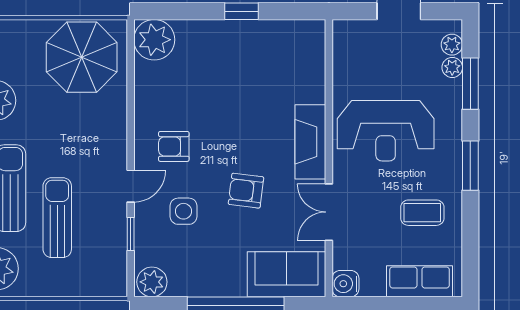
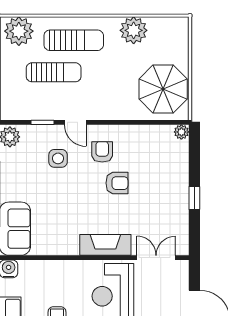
plant: (154, 40) -> (181, 132), width x0.53, depth x0.53
armchair: (246, 191) -> (117, 183), moved, turned 83
double door: (329, 212) -> (156, 258), moved

